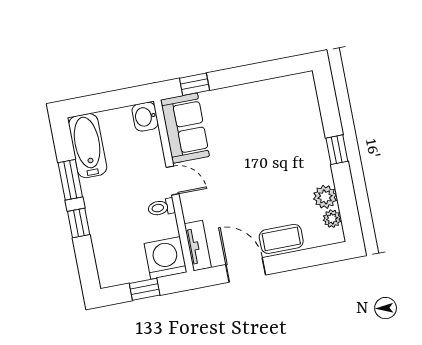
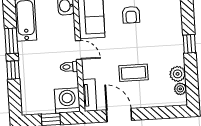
armchair: (244, 118) -> (131, 15), added
coffee table: (281, 239) -> (134, 73), moved

